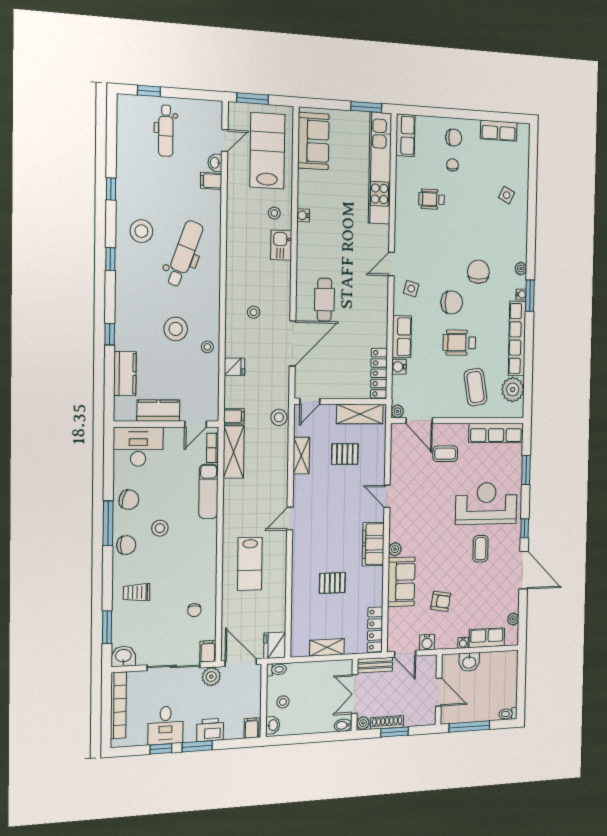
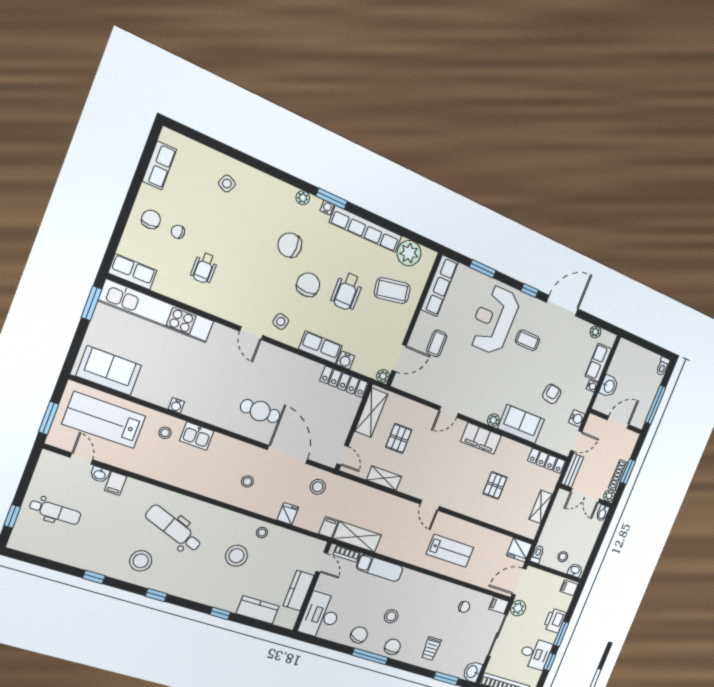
stool: (279, 417) -> (318, 487), moved

